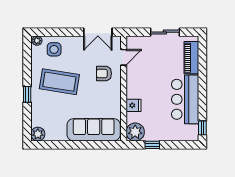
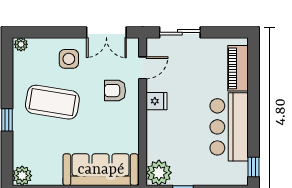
sliding door: (165, 32) -> (180, 32), moved
side table: (54, 49) -> (69, 59), moved
fridge: (133, 105) -> (156, 101), moved

